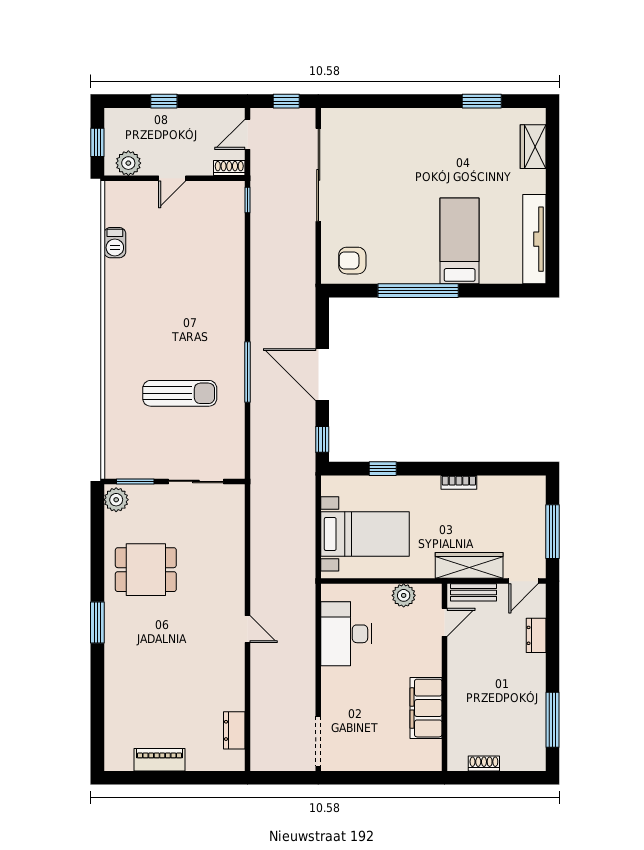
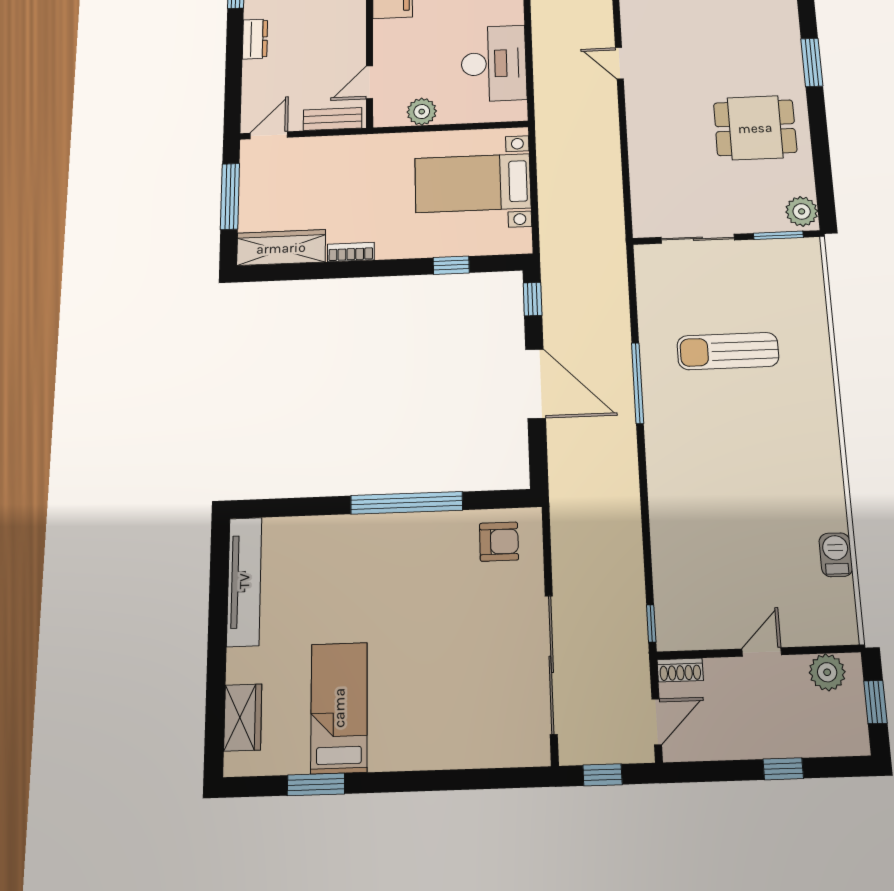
bed: (460, 241) -> (339, 708), moved, turned 180
wardrobe: (469, 565) -> (281, 248), moved, turned 180
dresser: (536, 635) -> (255, 39), moved

